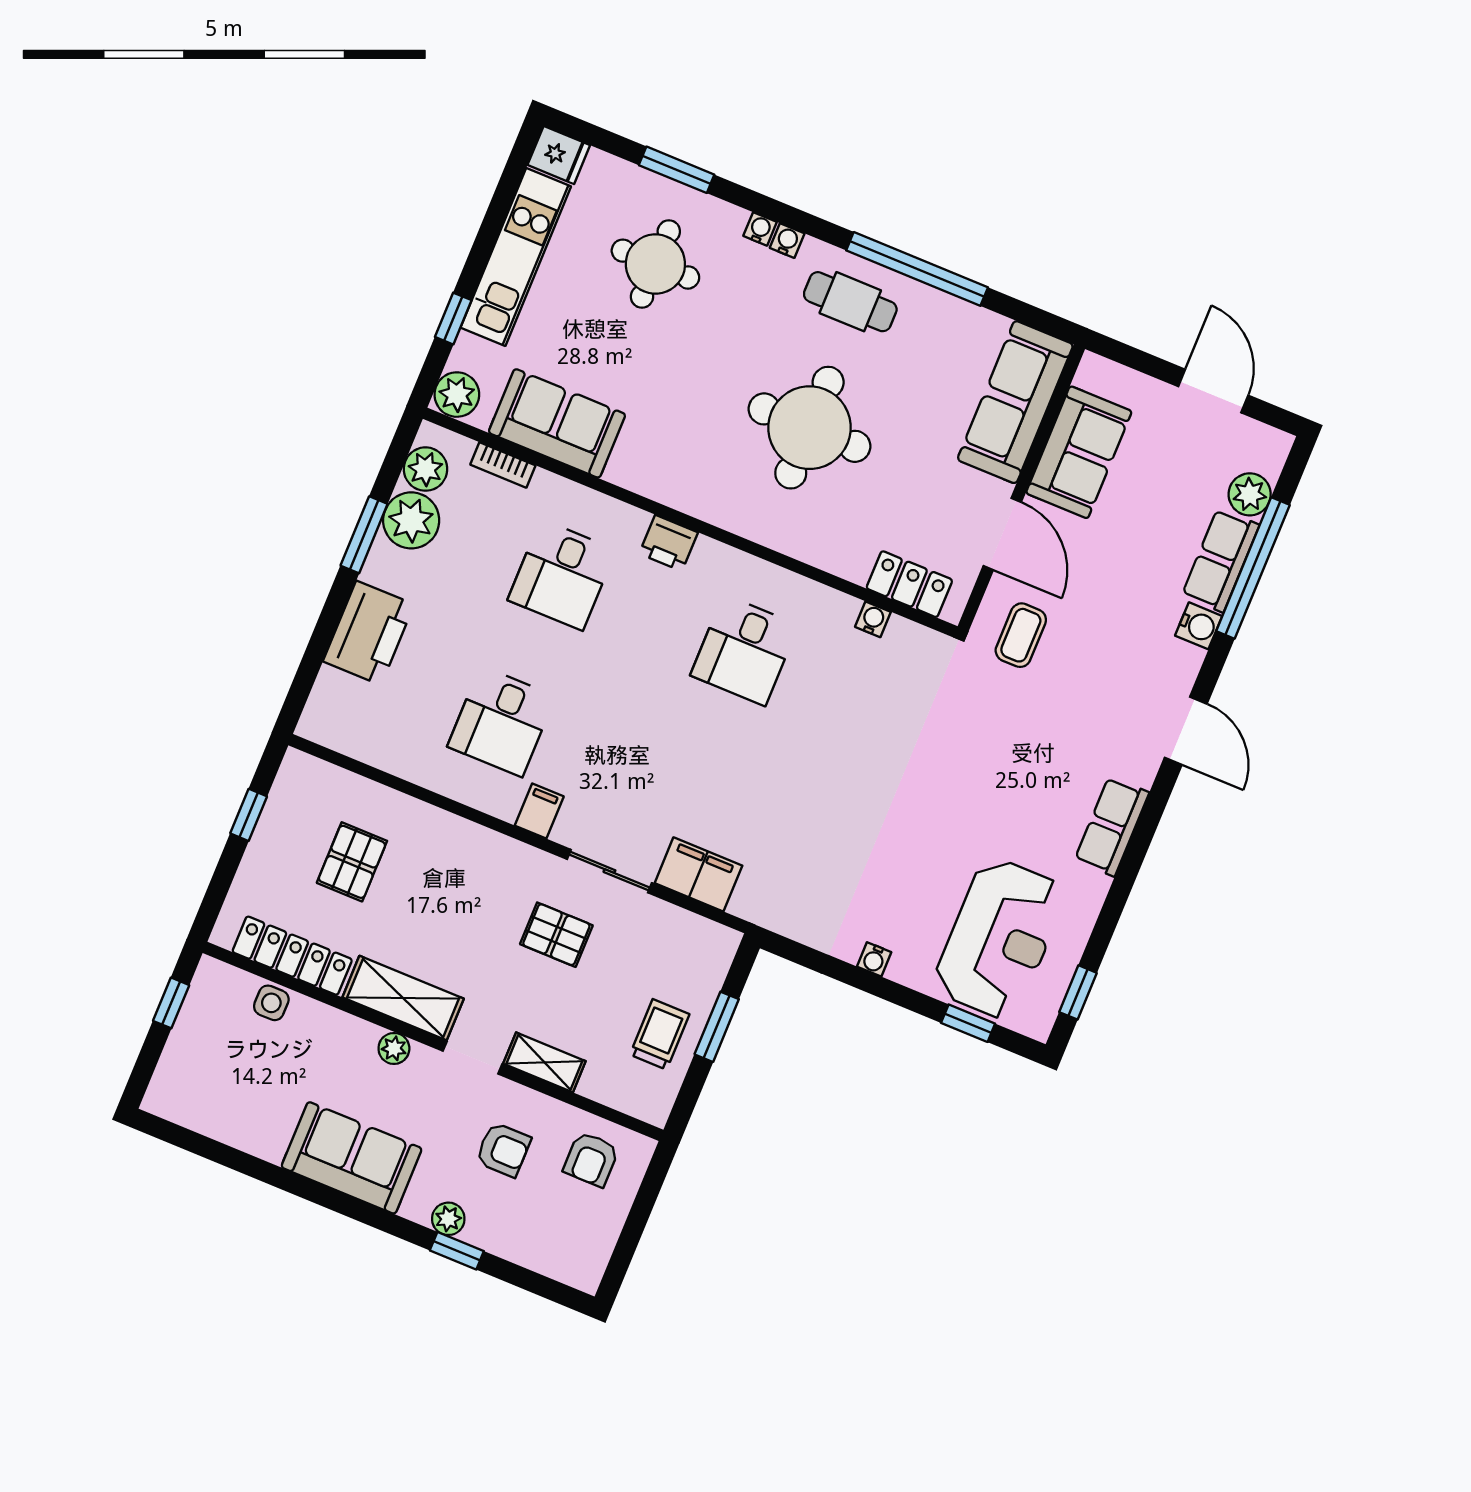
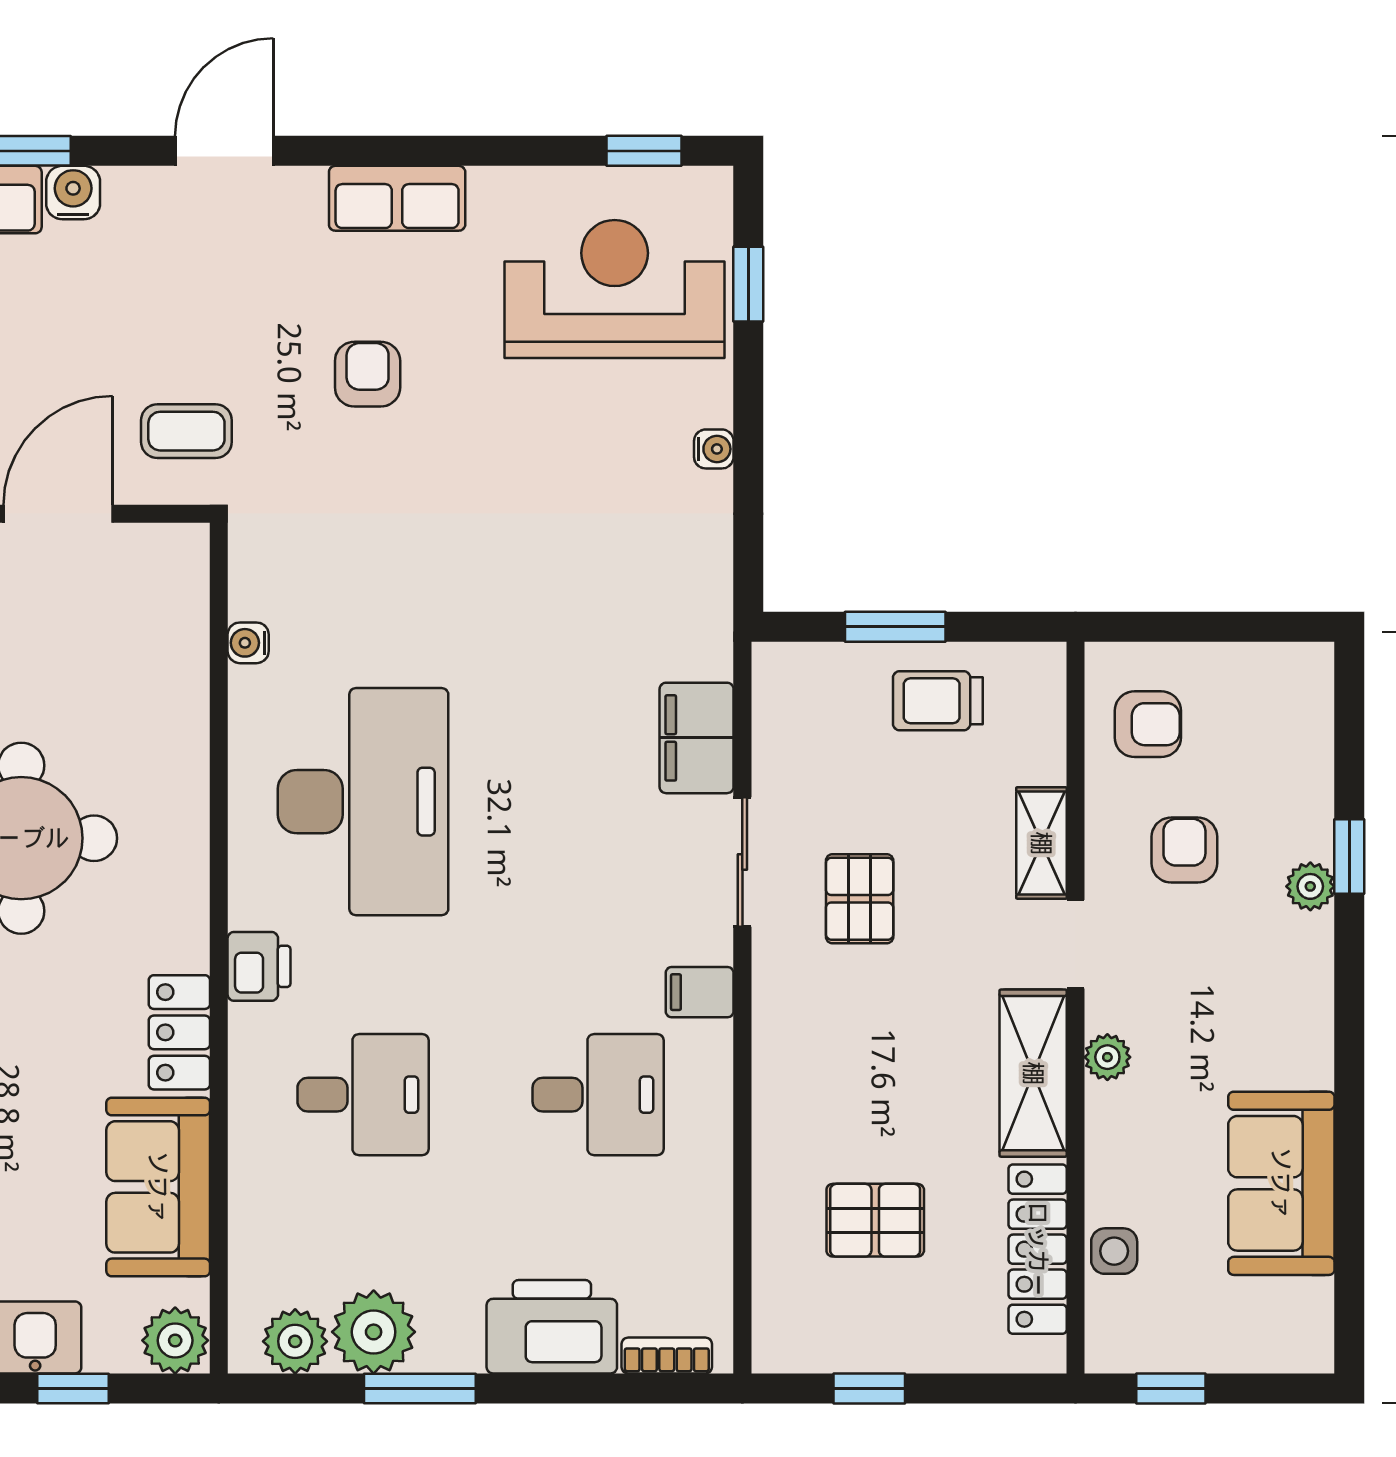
bookcase: (503, 465) -> (667, 1356), moved, turned -90
locker: (909, 584) -> (179, 1032), moved
desk: (744, 650) -> (363, 802), width x1.87, depth x1.30
armchair: (1010, 763) -> (368, 374), added
sofa: (352, 1158) -> (1281, 1183), moved

